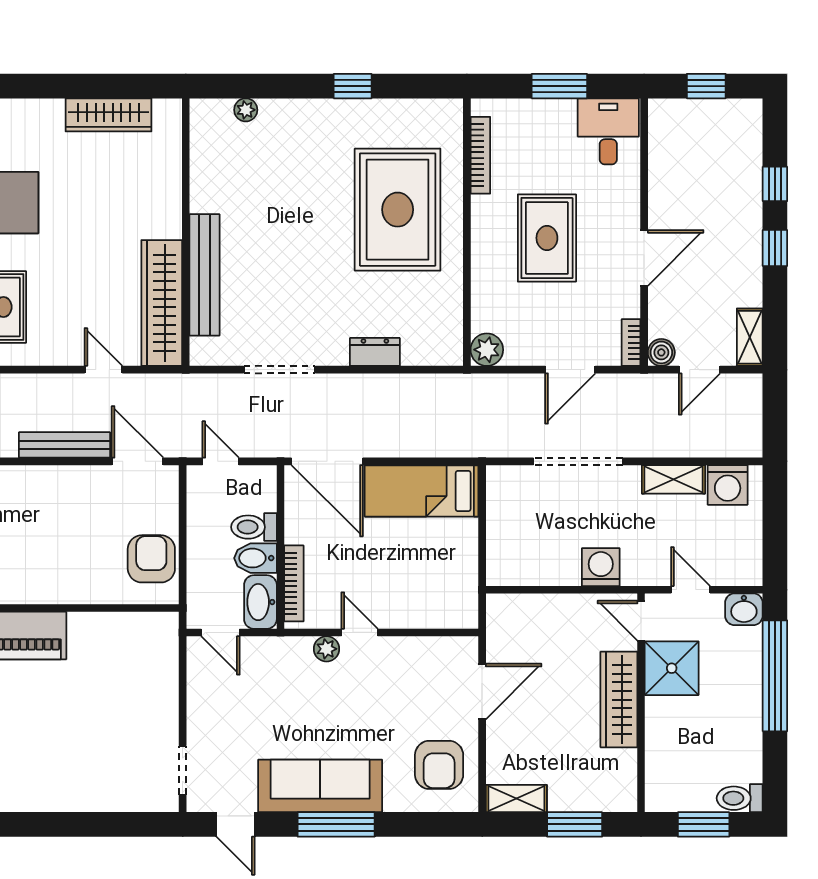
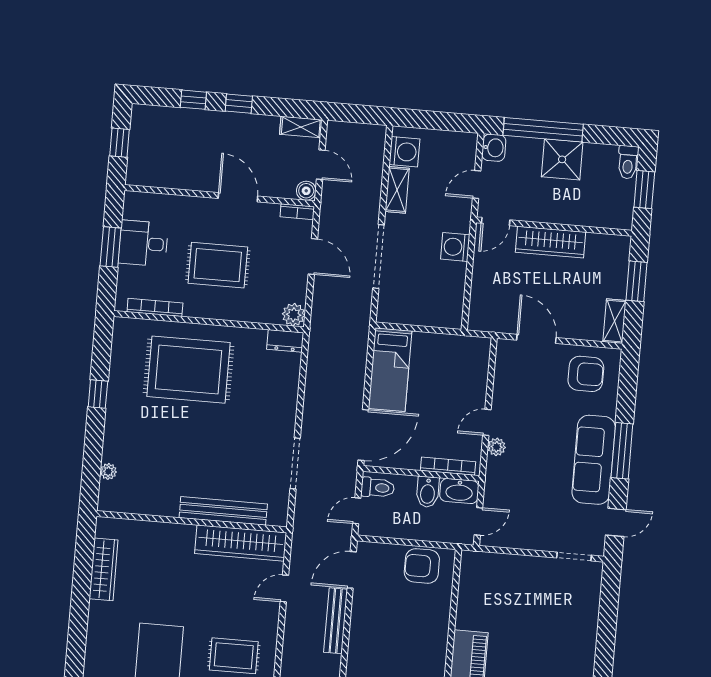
desk: (608, 131) -> (143, 243), moved
dresser: (375, 352) -> (285, 341), moved, turned -90
toilet: (254, 527) -> (378, 488), moved, turned -90
shower: (672, 668) -> (562, 159), moved

